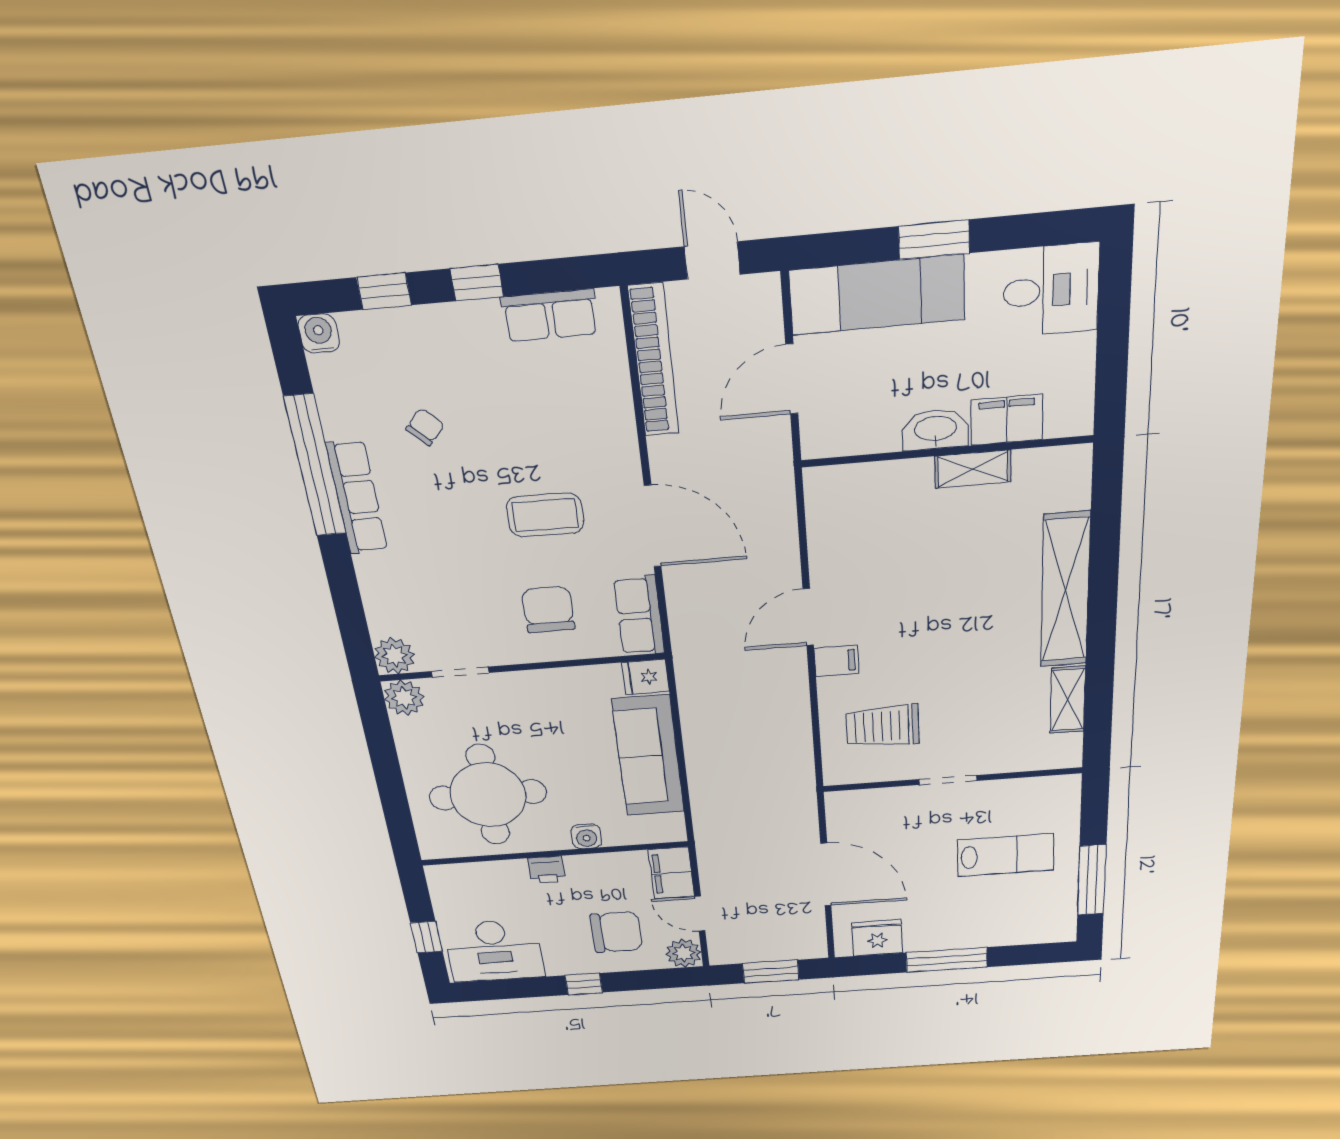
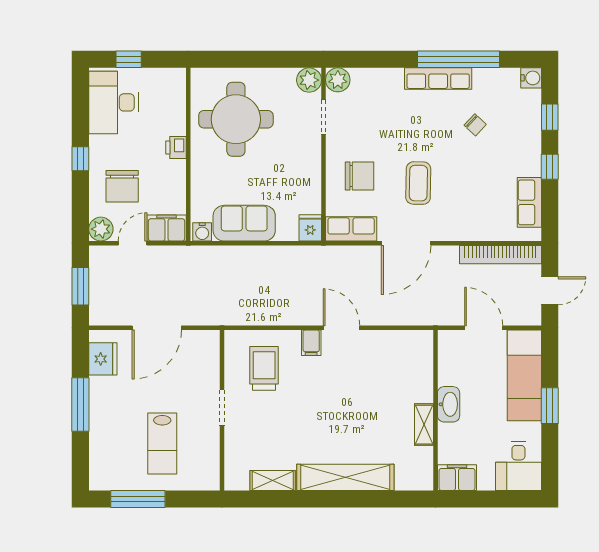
filing cabinet: (1007, 420) -> (457, 478), moved, turned -90
sofa: (648, 756) -> (244, 223), width x0.73
water cooler: (586, 836) -> (202, 232), moved, turned -90

